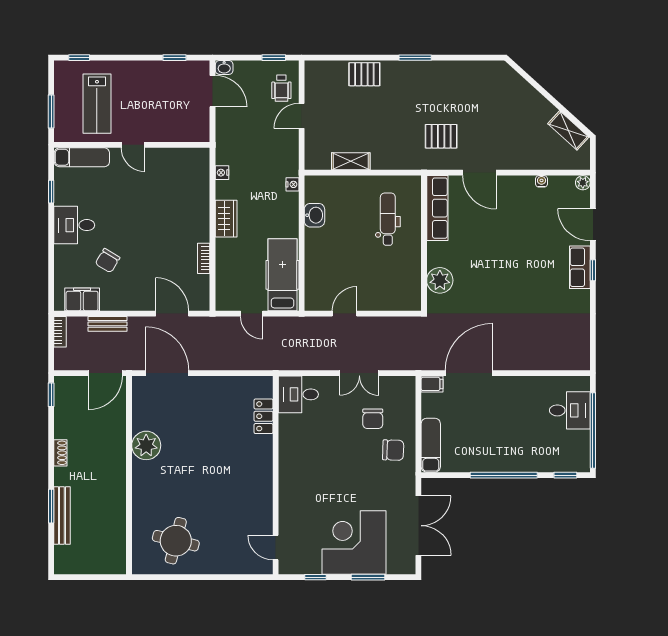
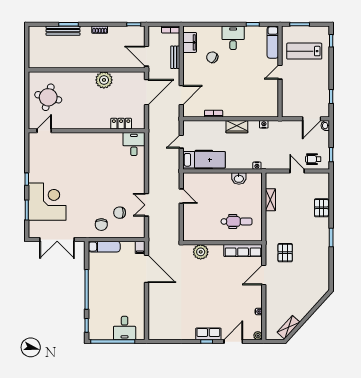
desk: (298, 394) -> (134, 144), moved
locker: (263, 416) -> (121, 124), moved
wall: (276, 475) -> (87, 131), moved
door: (276, 548) -> (44, 131), moved

